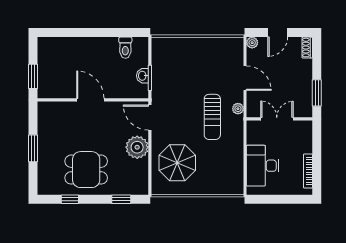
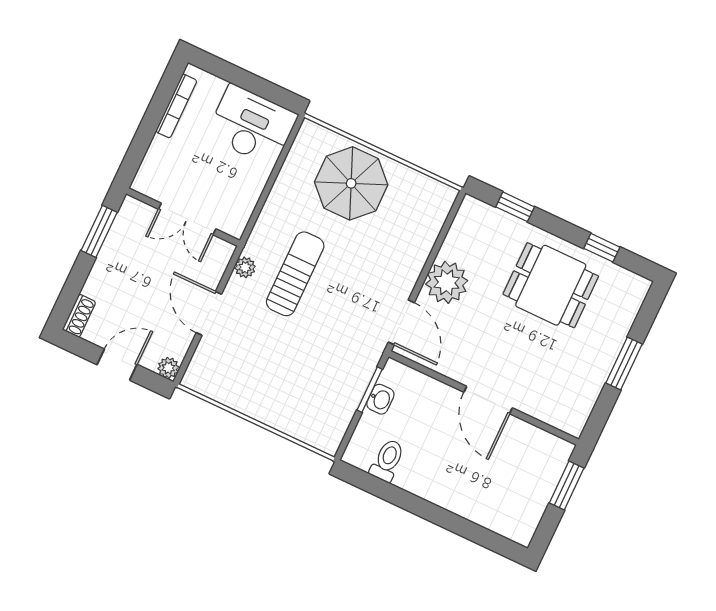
parasol: (177, 163) -> (351, 183), moved
desk: (263, 166) -> (252, 125), moved, turned -90

